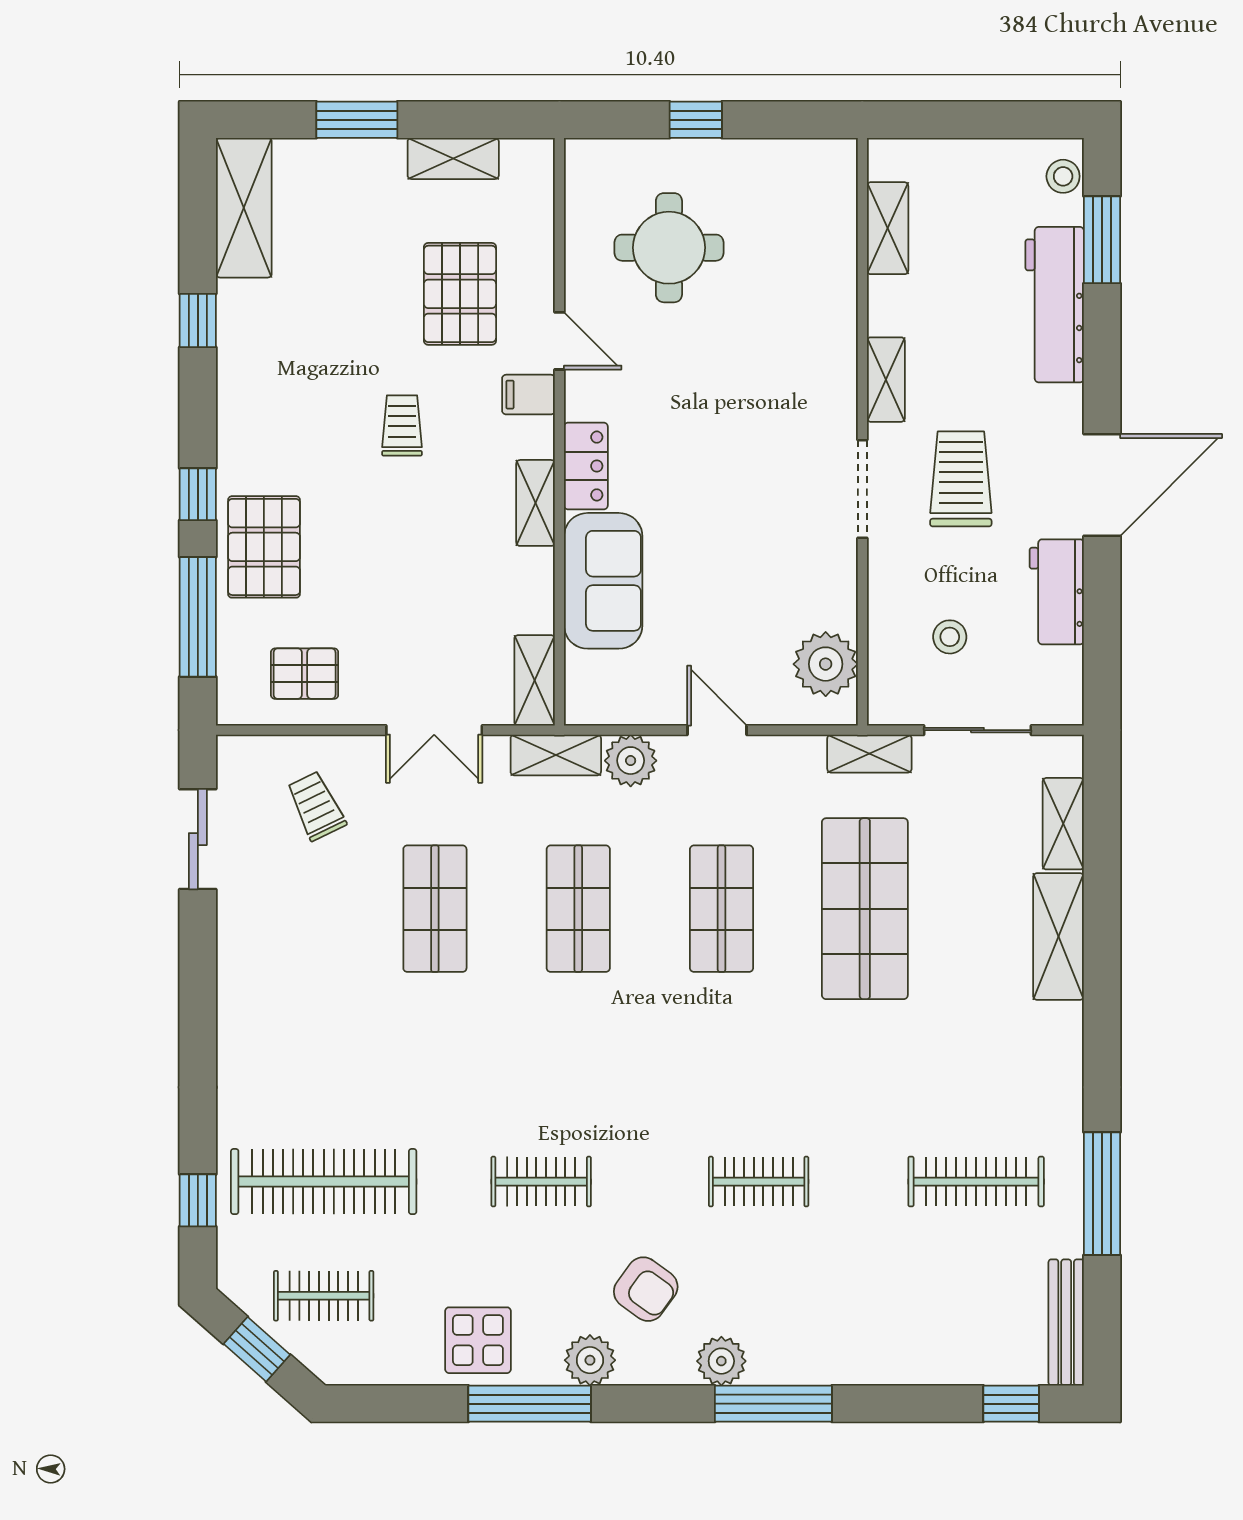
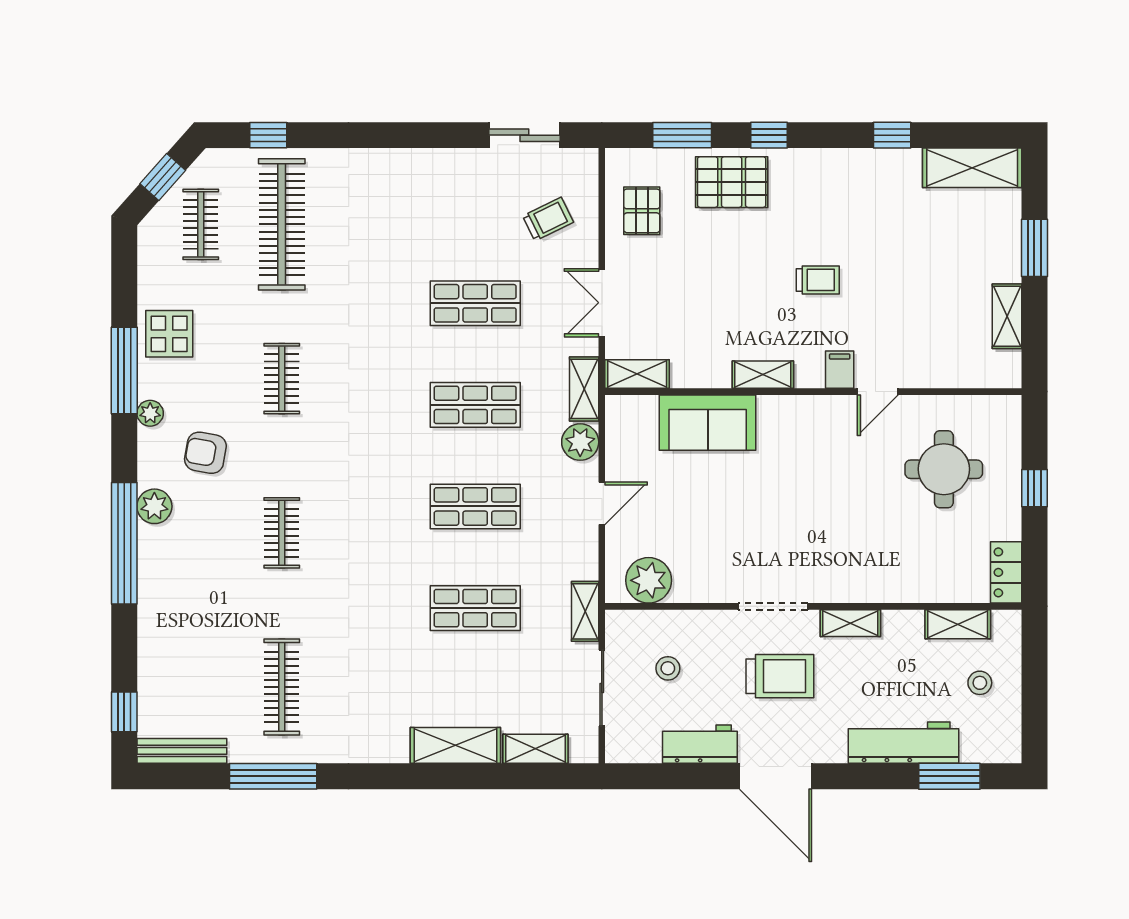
stool: (1063, 176) -> (980, 683), moved
pallet: (460, 294) -> (911, 321), removed
locker: (586, 466) -> (1006, 572), moved, turned 90
window: (198, 617) -> (682, 135), width x0.69
shop shelf: (865, 909) -> (475, 608), width x0.70, depth x0.74
armchair: (646, 1289) -> (205, 453), turned 64
plant: (590, 1360) -> (150, 413), width x0.73, depth x0.73
window: (773, 1404) -> (124, 543), width x1.46

